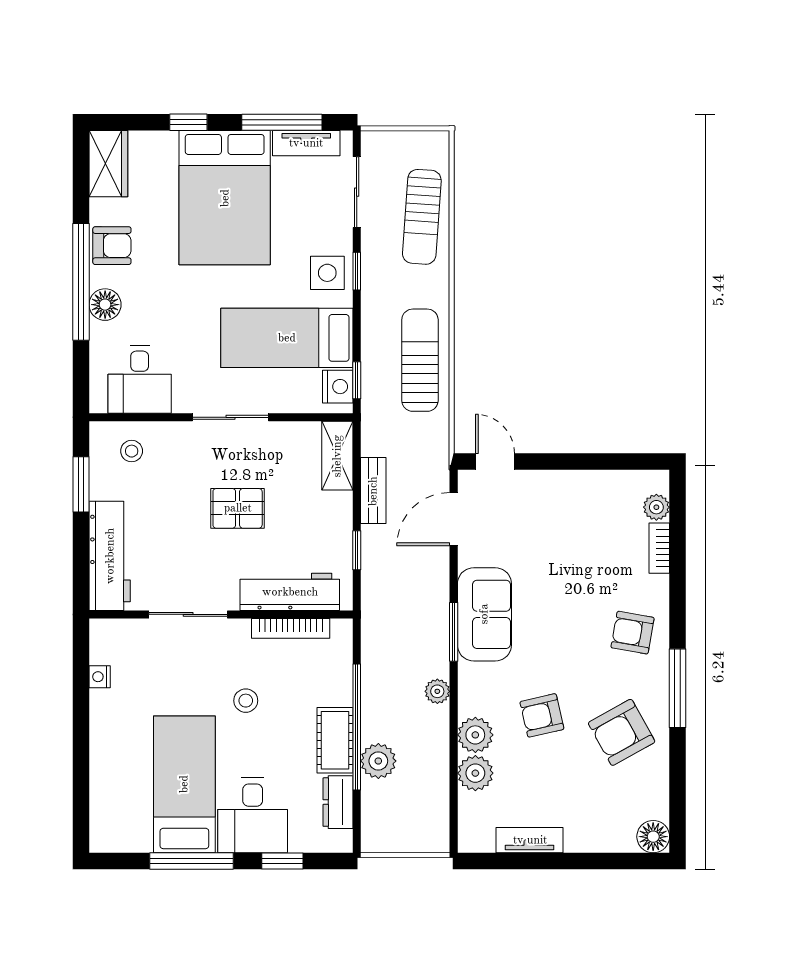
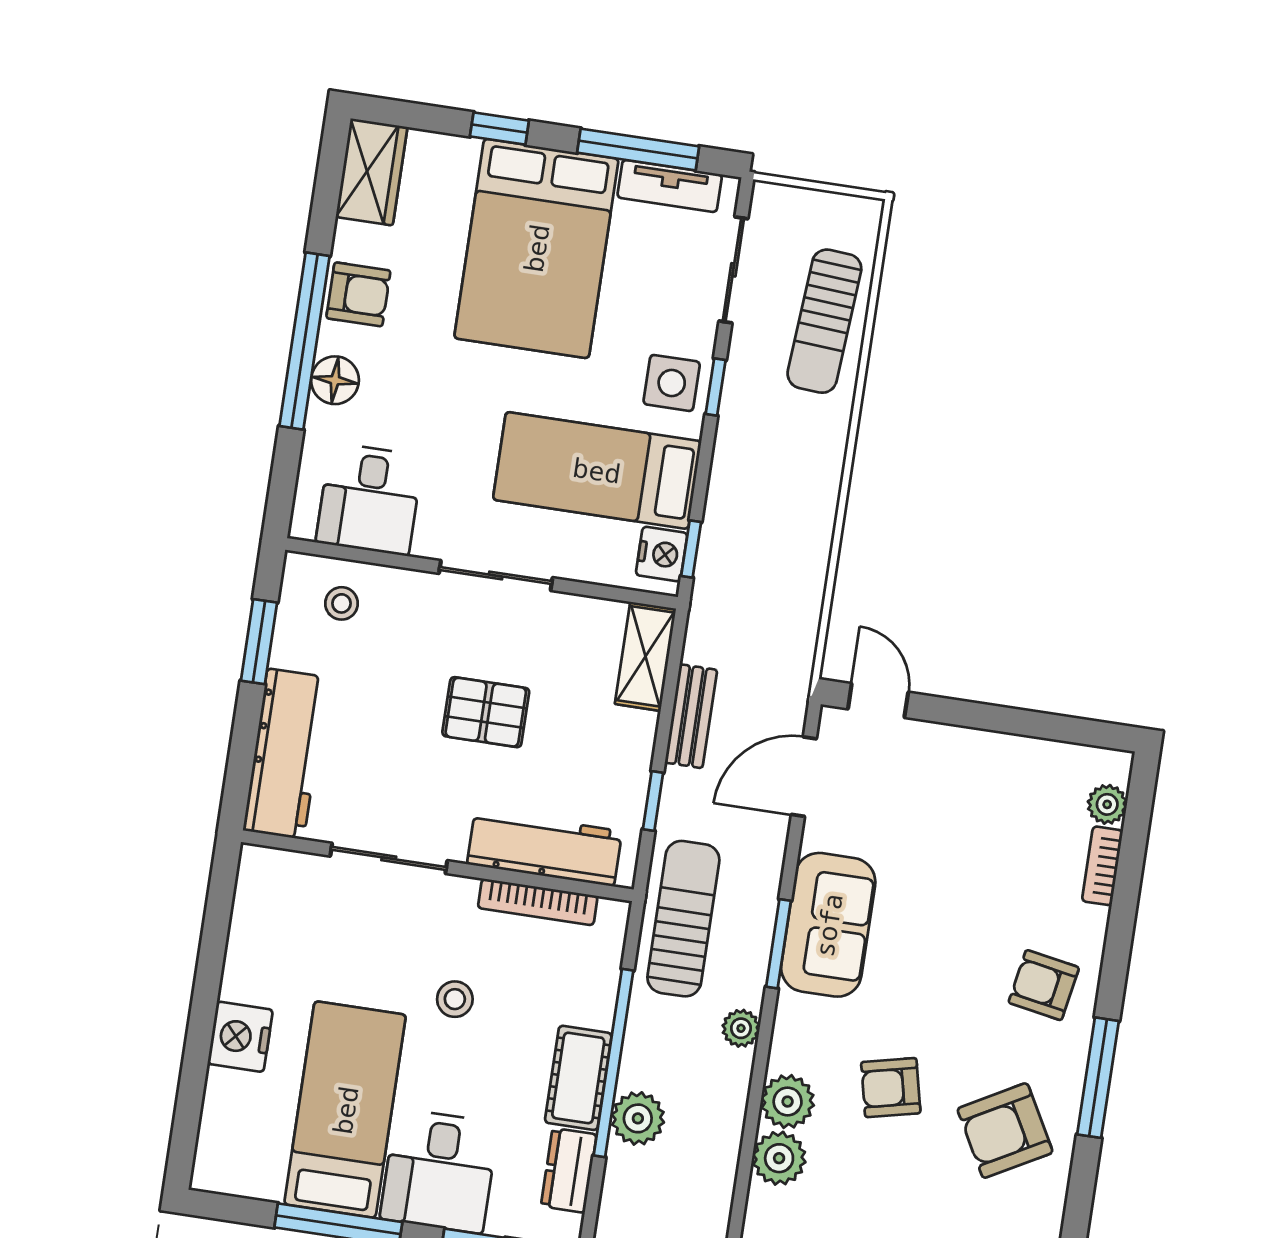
sun lounger: (420, 360) -> (683, 919), moved
nightstand: (100, 677) -> (240, 1037), moved, width x1.89, depth x1.79

